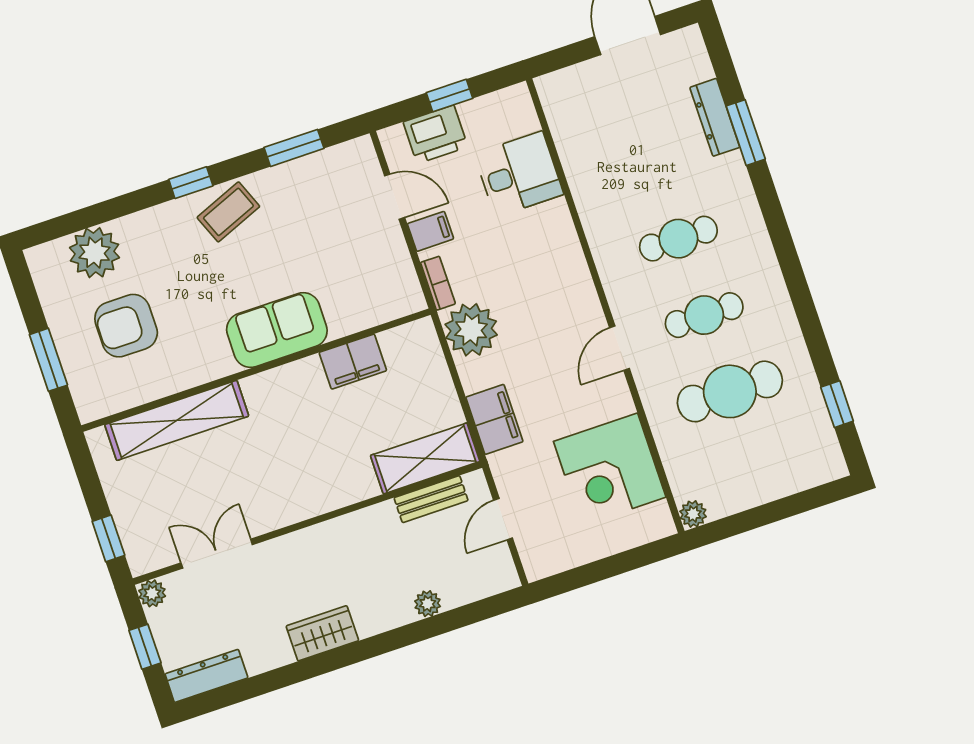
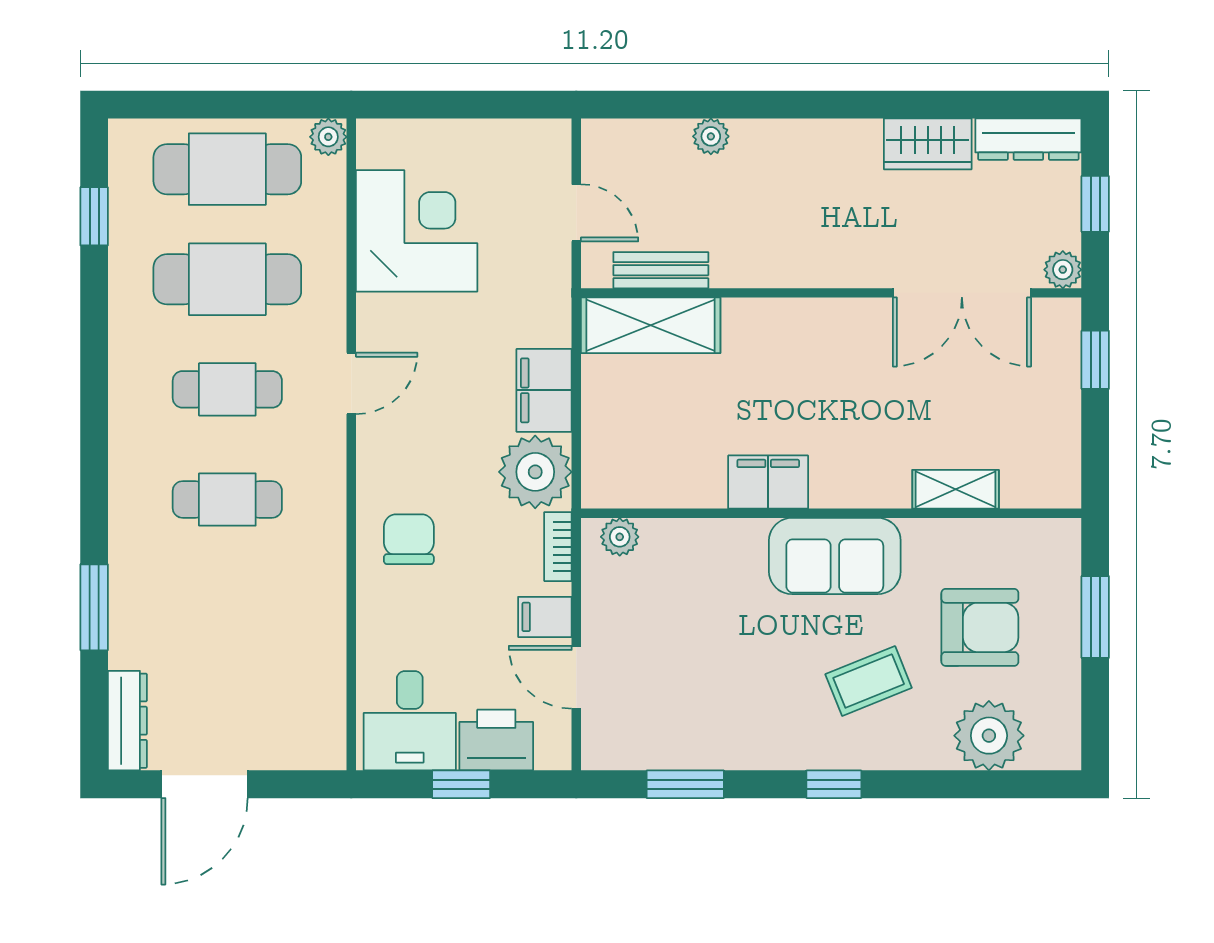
dresser: (715, 117) -> (127, 721), moved
desk: (519, 174) -> (410, 721), moved, turned -90
coffee table: (228, 212) -> (869, 681), moved
chair: (543, 253) -> (409, 539), added
plant: (397, 304) -> (620, 537), added
sofa: (277, 330) -> (835, 556), moved
filing cabinet: (353, 362) -> (768, 482), moved
filing cabinet: (494, 419) -> (544, 390), moved
shelving: (177, 420) -> (956, 489), width x0.45, depth x0.75
cafe table: (756, 468) -> (227, 169), added
door: (503, 519) -> (576, 213), hinge flipped
double door: (217, 554) -> (962, 293), width x1.37
wardrobe: (322, 633) -> (928, 144), moved

